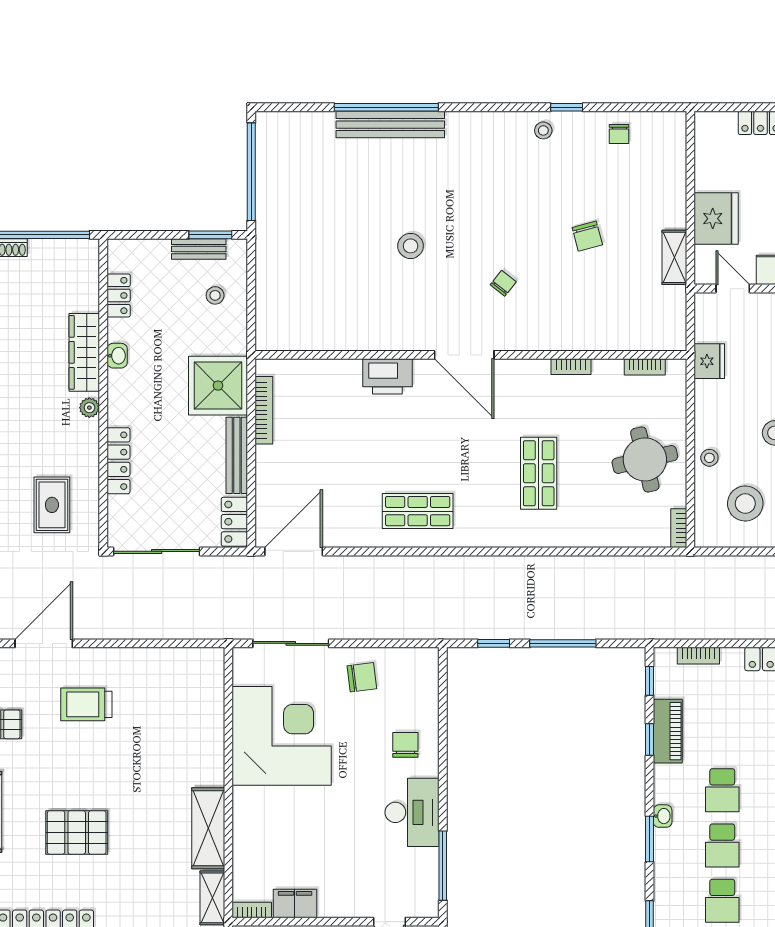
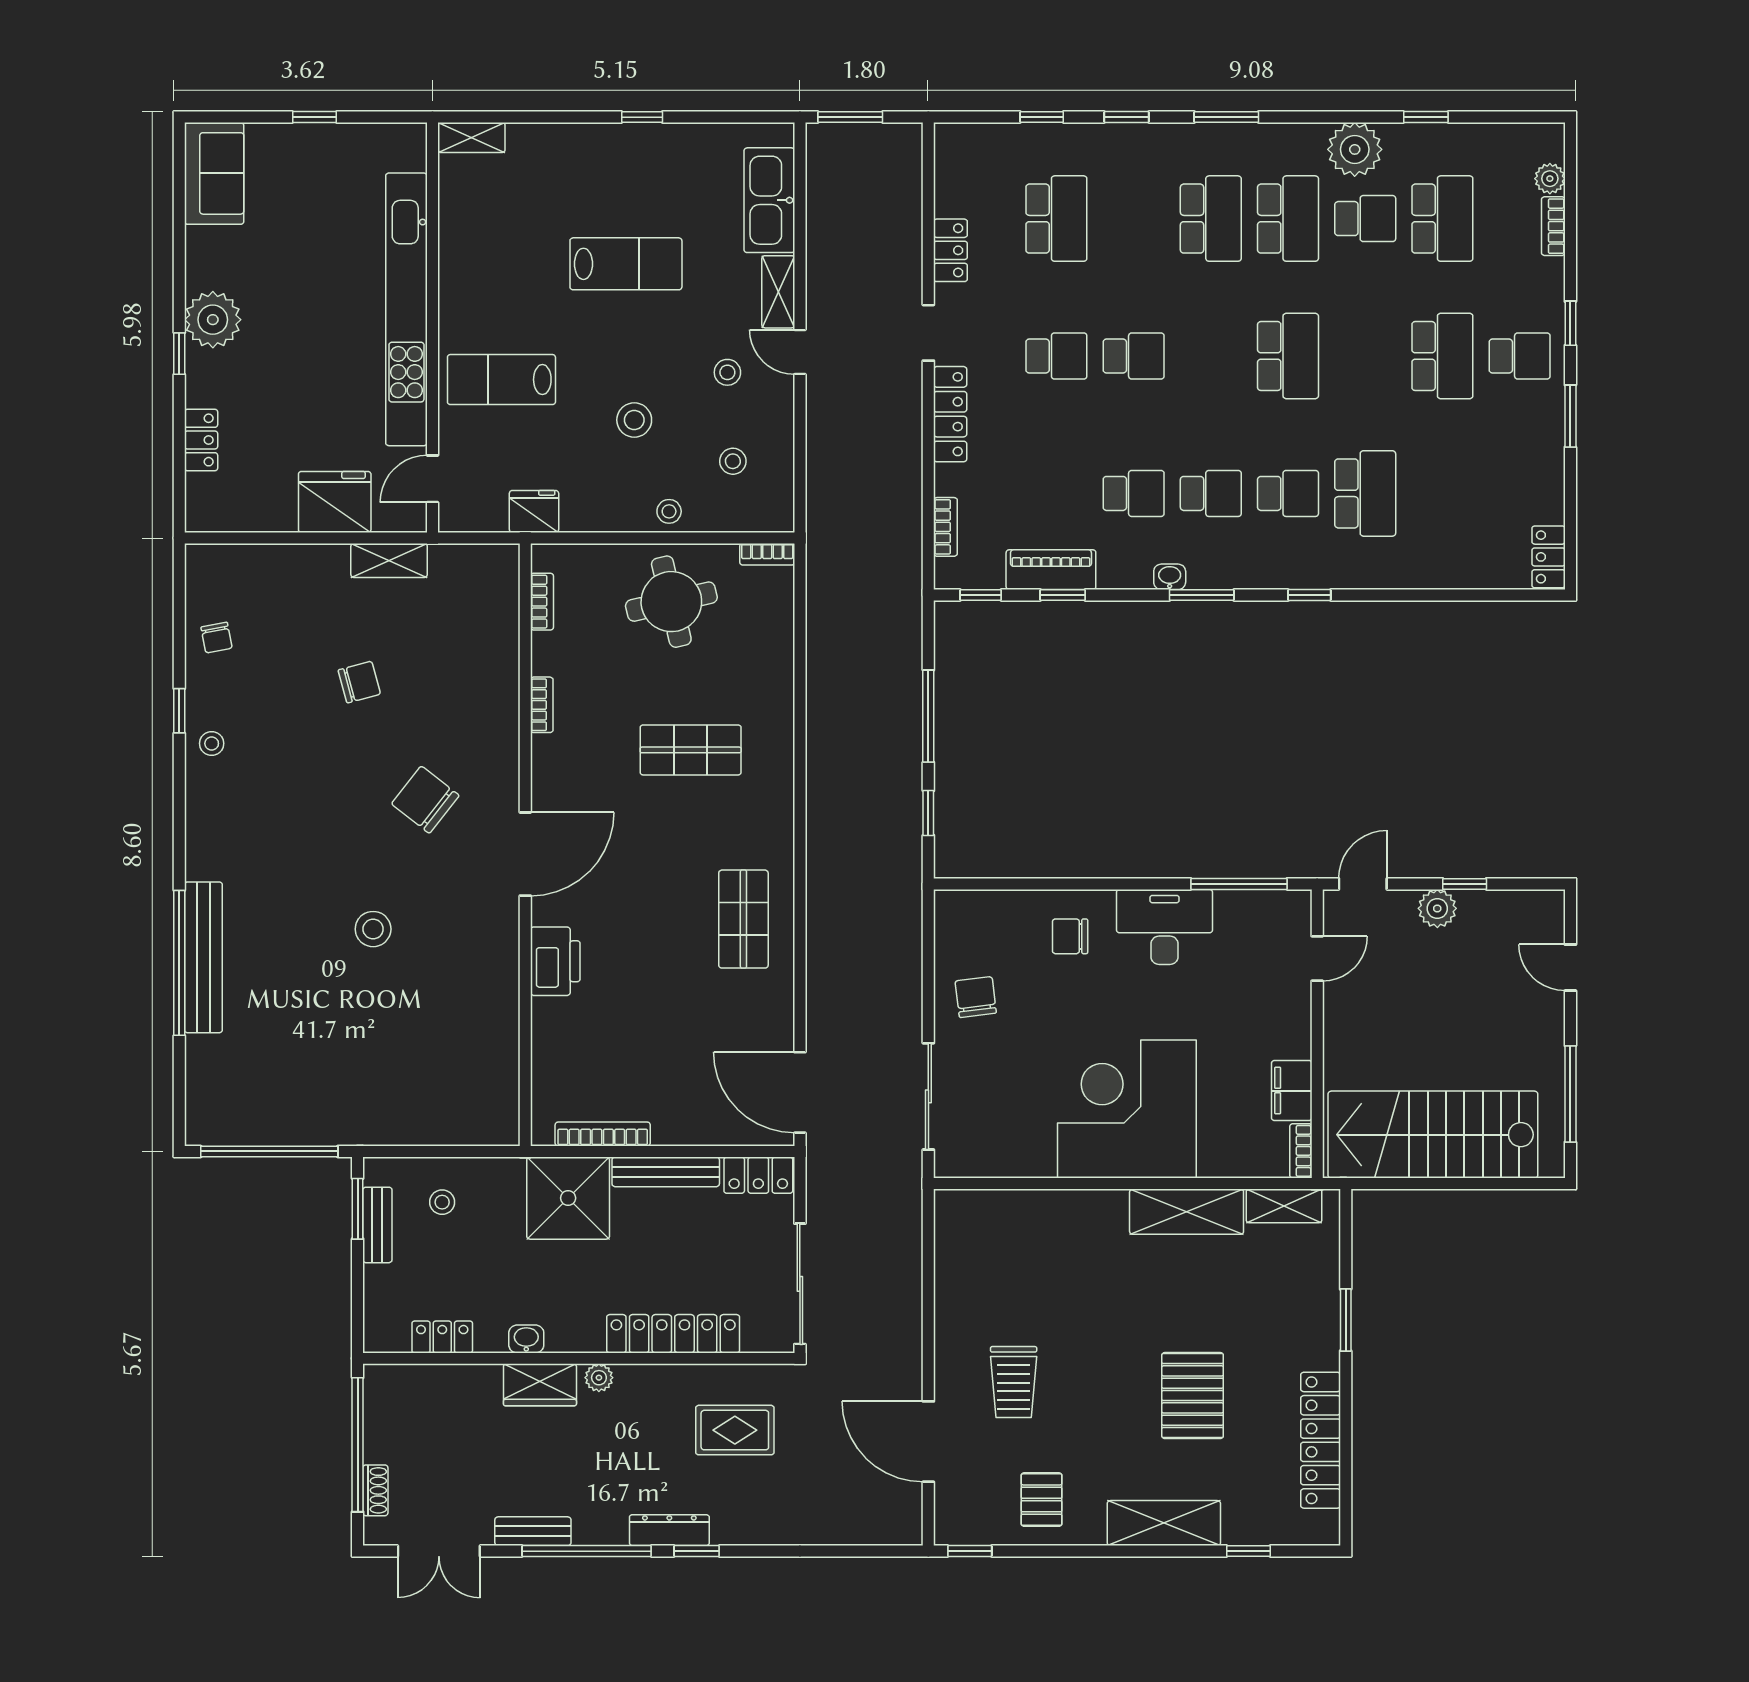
chair: (619, 134) -> (217, 638), turned 79
chair: (503, 283) -> (425, 800), width x1.87, depth x1.87
wardrobe: (84, 352) -> (540, 1385), width x0.67
locker: (118, 461) -> (673, 1334), width x1.41, depth x1.21
stool: (745, 503) -> (733, 461), width x0.53, depth x0.53
corner desk: (282, 736) -> (1127, 1109), moved

